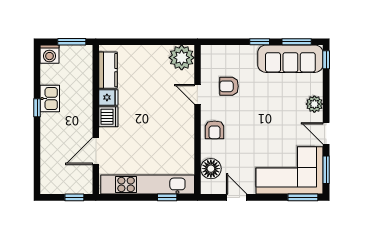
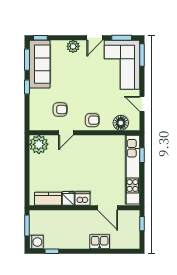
armchair: (229, 86) -> (60, 109), turned -90
kitchen sink: (50, 99) -> (100, 242), moved
window: (37, 108) -> (52, 251), moved
door: (237, 197) -> (142, 104), hinge flipped

